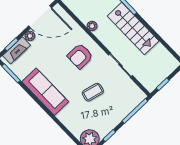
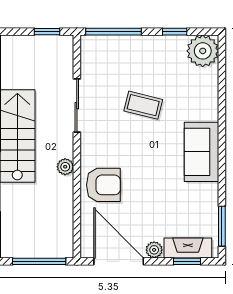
plant: (92, 26) -> (65, 167), moved
armchair: (80, 56) -> (103, 185), moved
sofa: (45, 92) -> (201, 152), width x0.73

